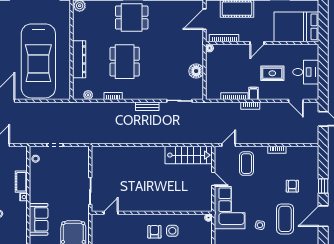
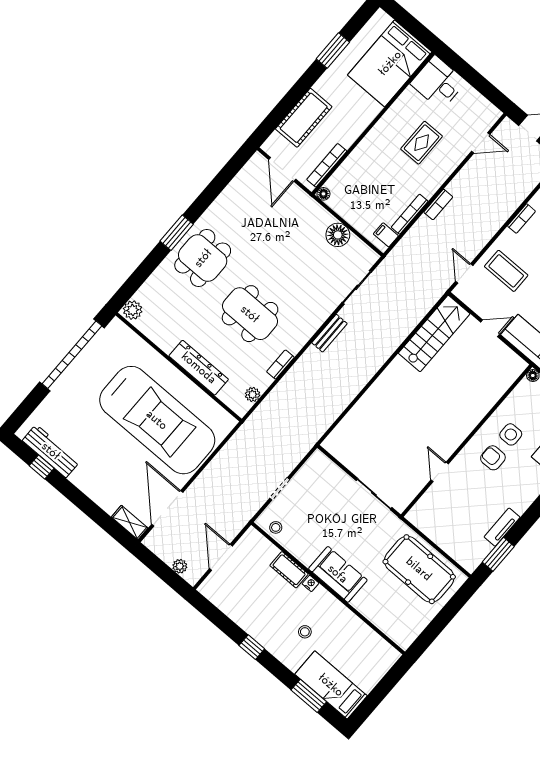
door: (257, 43) -> (368, 130), removed
desk: (306, 72) -> (438, 83), moved, turned -90
filing cabinet: (253, 93) -> (386, 235), moved
door: (111, 213) -> (440, 472), moved
sofa: (39, 219) -> (338, 574), moved

